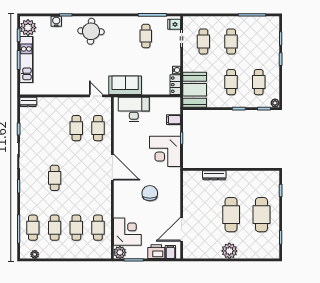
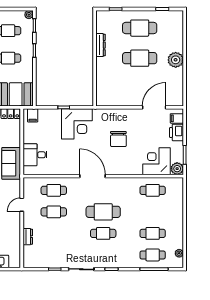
door: (96, 96) -> (22, 205), moved
dresser: (28, 102) -> (28, 237), moved
desk: (134, 109) -> (35, 155), width x0.73
filing cabinet: (173, 120) -> (33, 115), moved
door: (112, 167) -> (93, 176), hinge flipped
dresser: (214, 175) -> (101, 45), moved
chair: (150, 193) -> (118, 139), turned -90
cafe table: (76, 228) -> (103, 212), moved, width x1.37, depth x1.35
door: (182, 229) -> (154, 107), swing flipped

